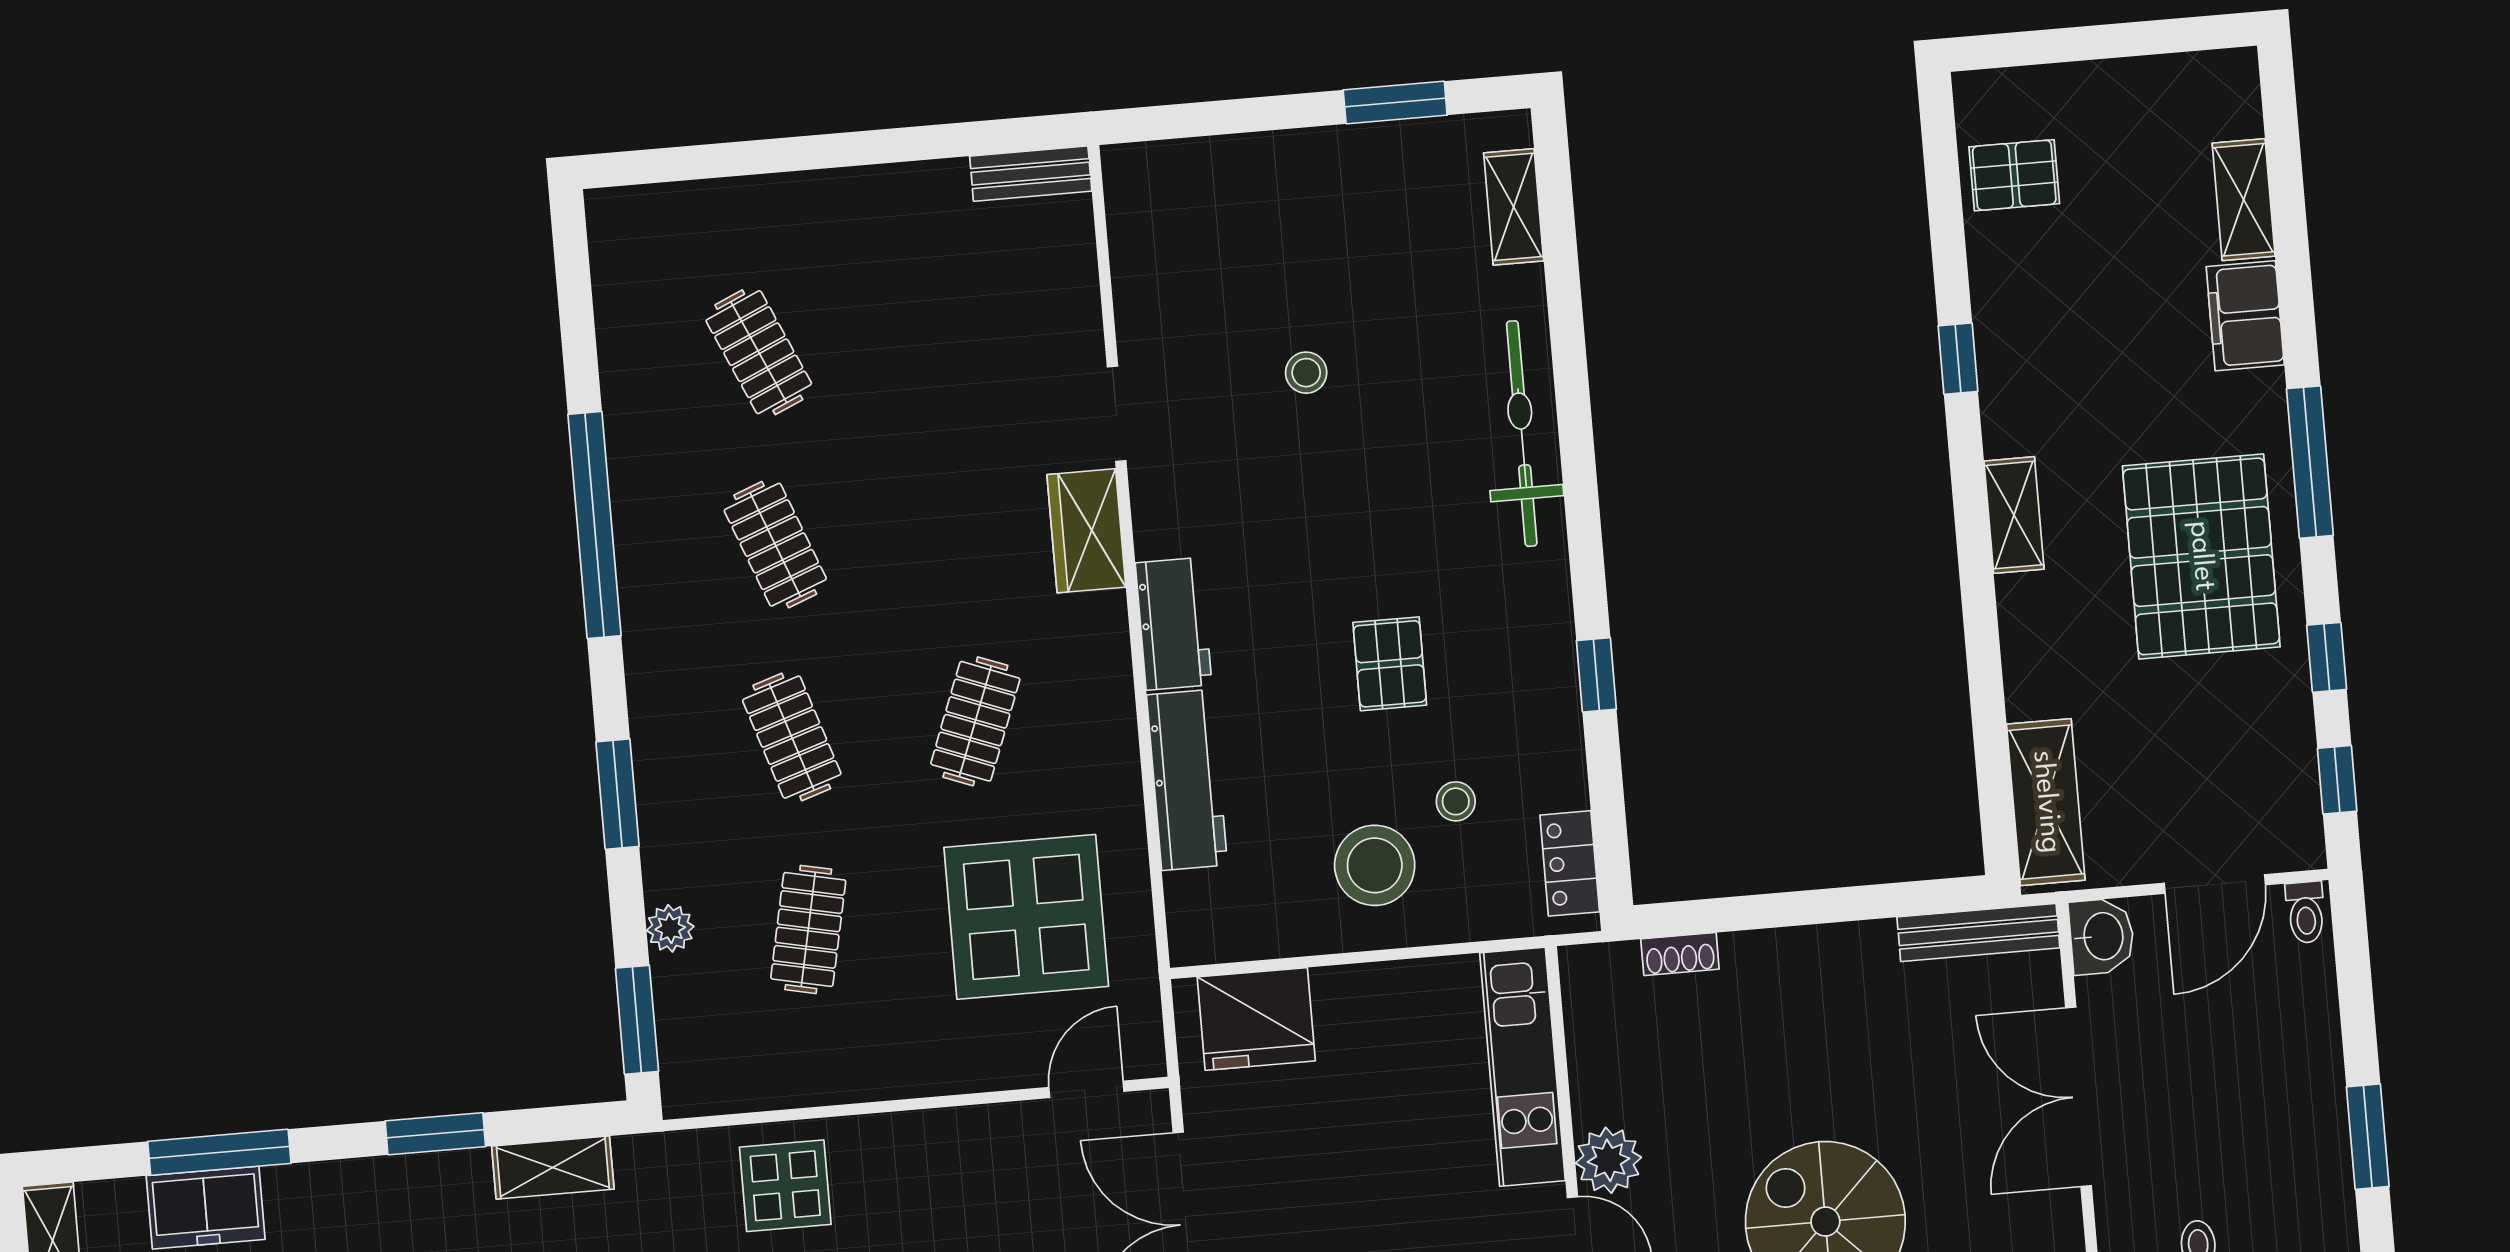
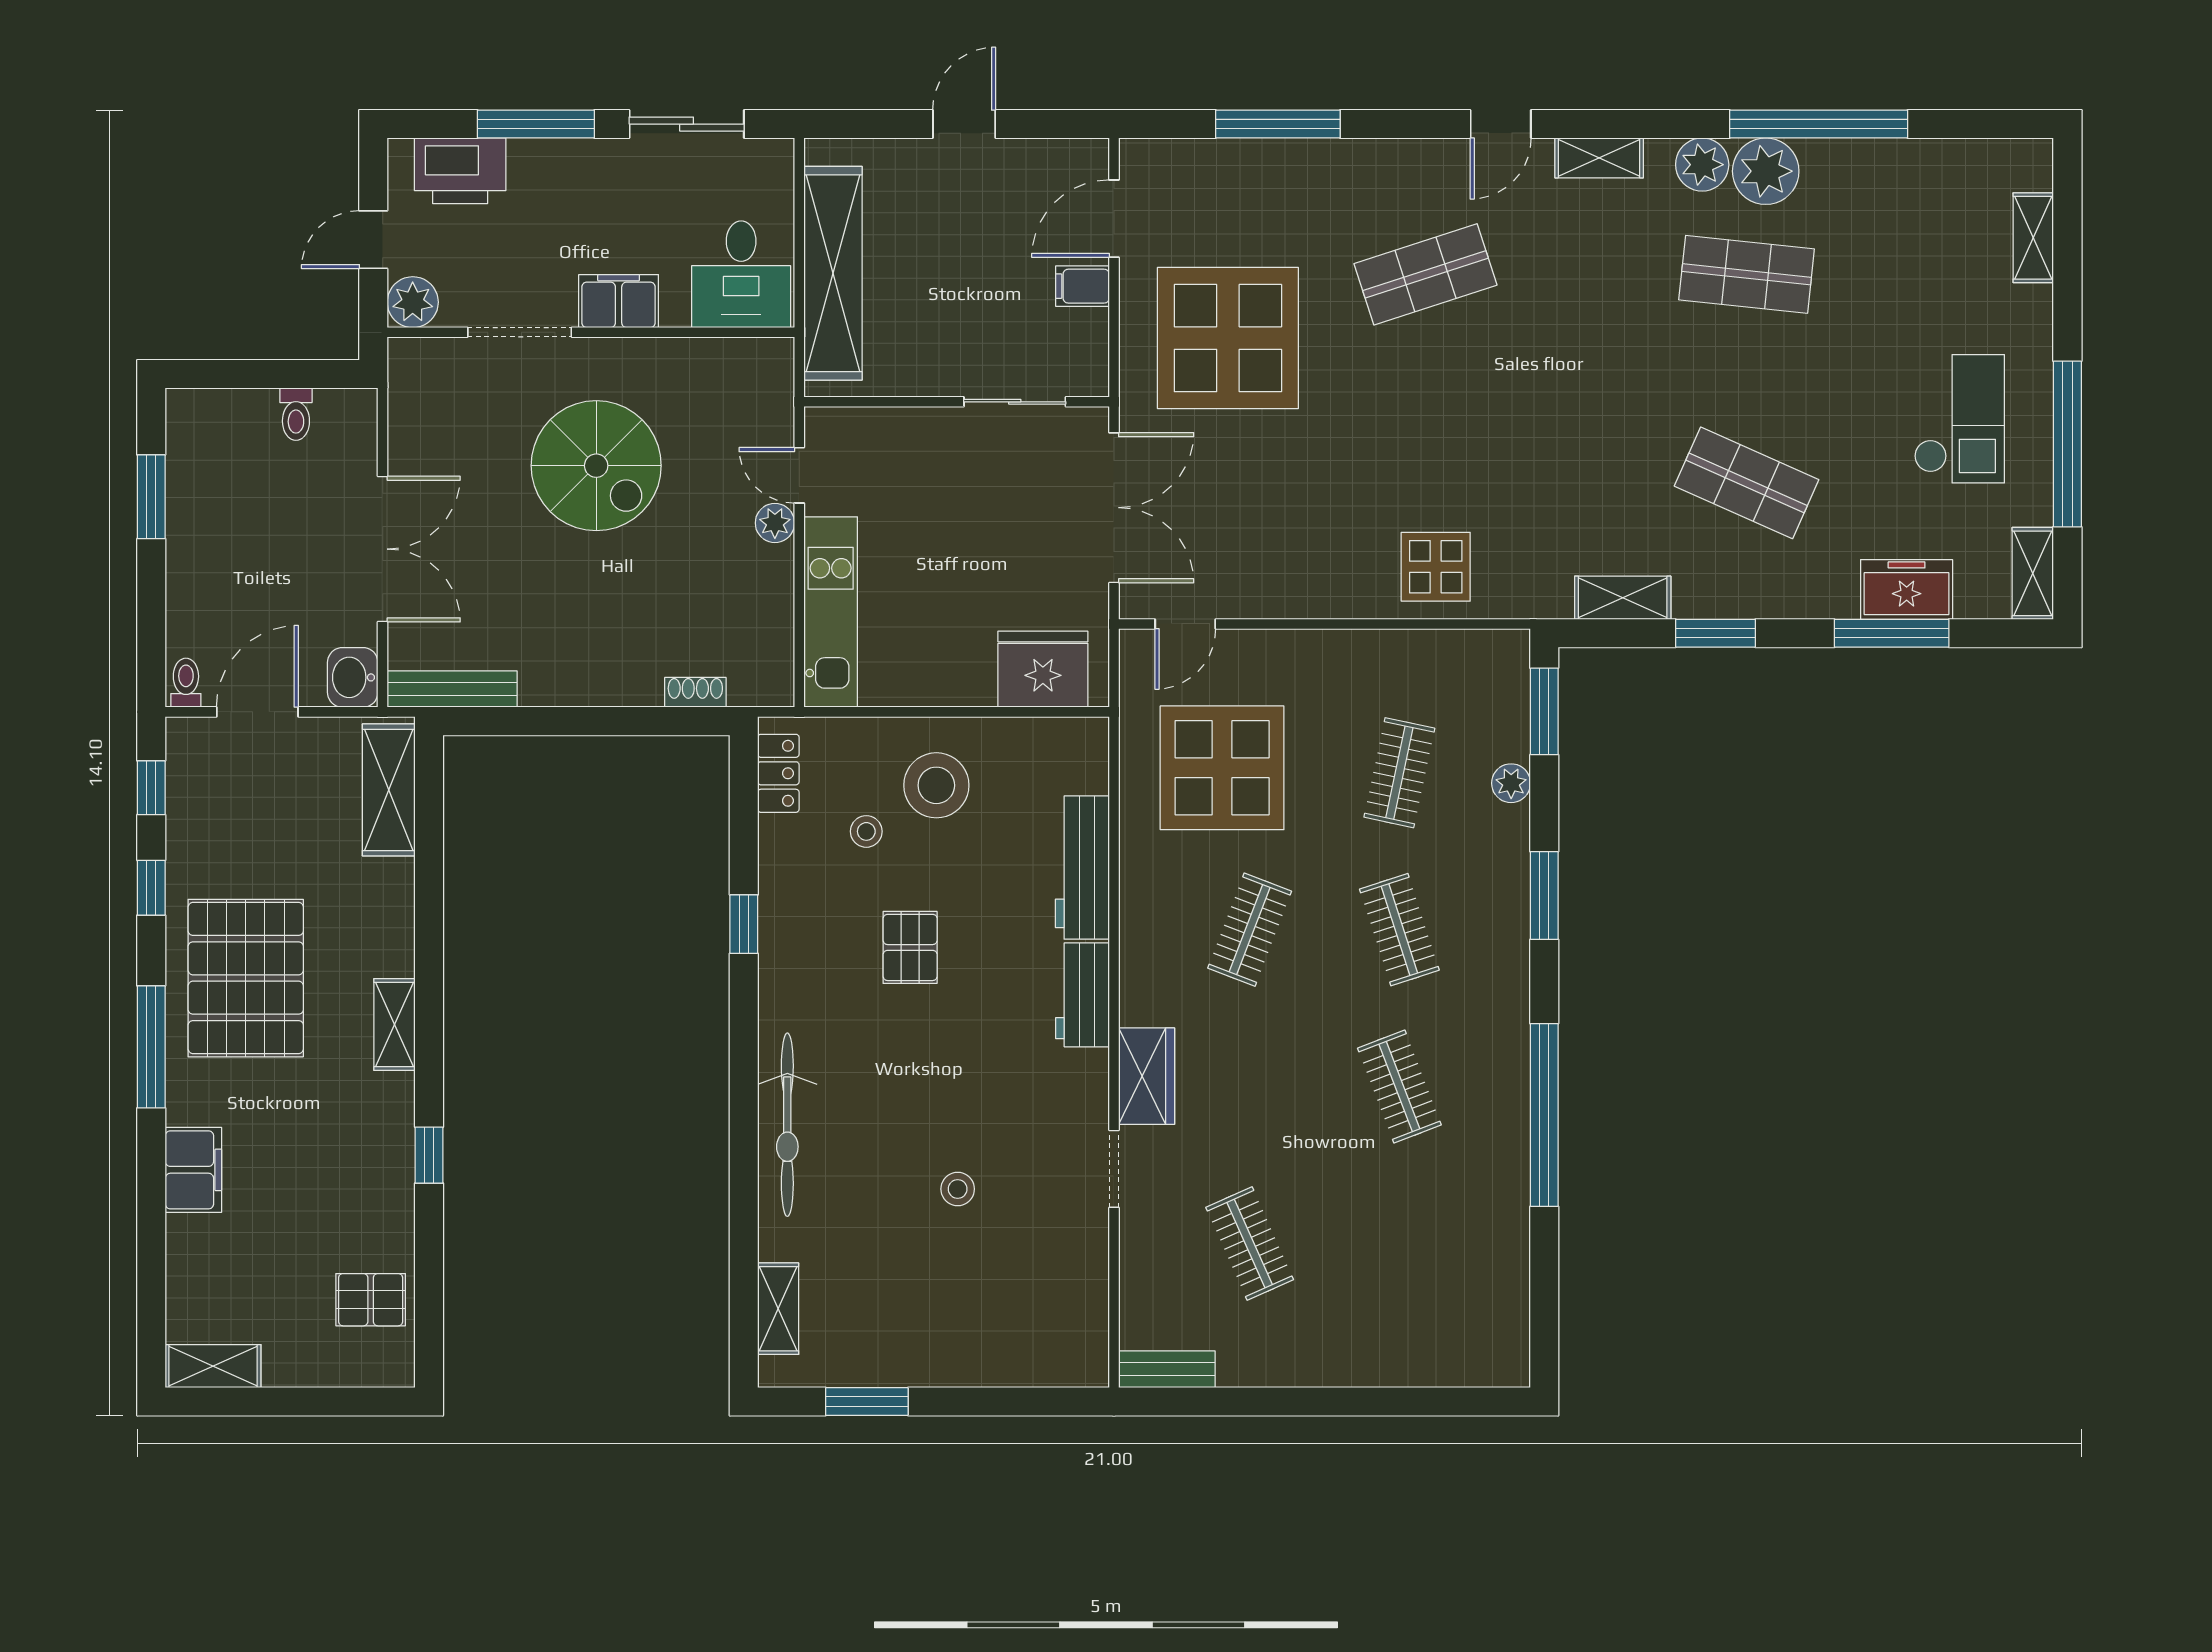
shelving: (2244, 200) -> (213, 1366), moved, turned 90
clothes rail: (759, 352) -> (1250, 1243), moved
plant: (1608, 1160) -> (775, 523), width x0.73, depth x0.73

